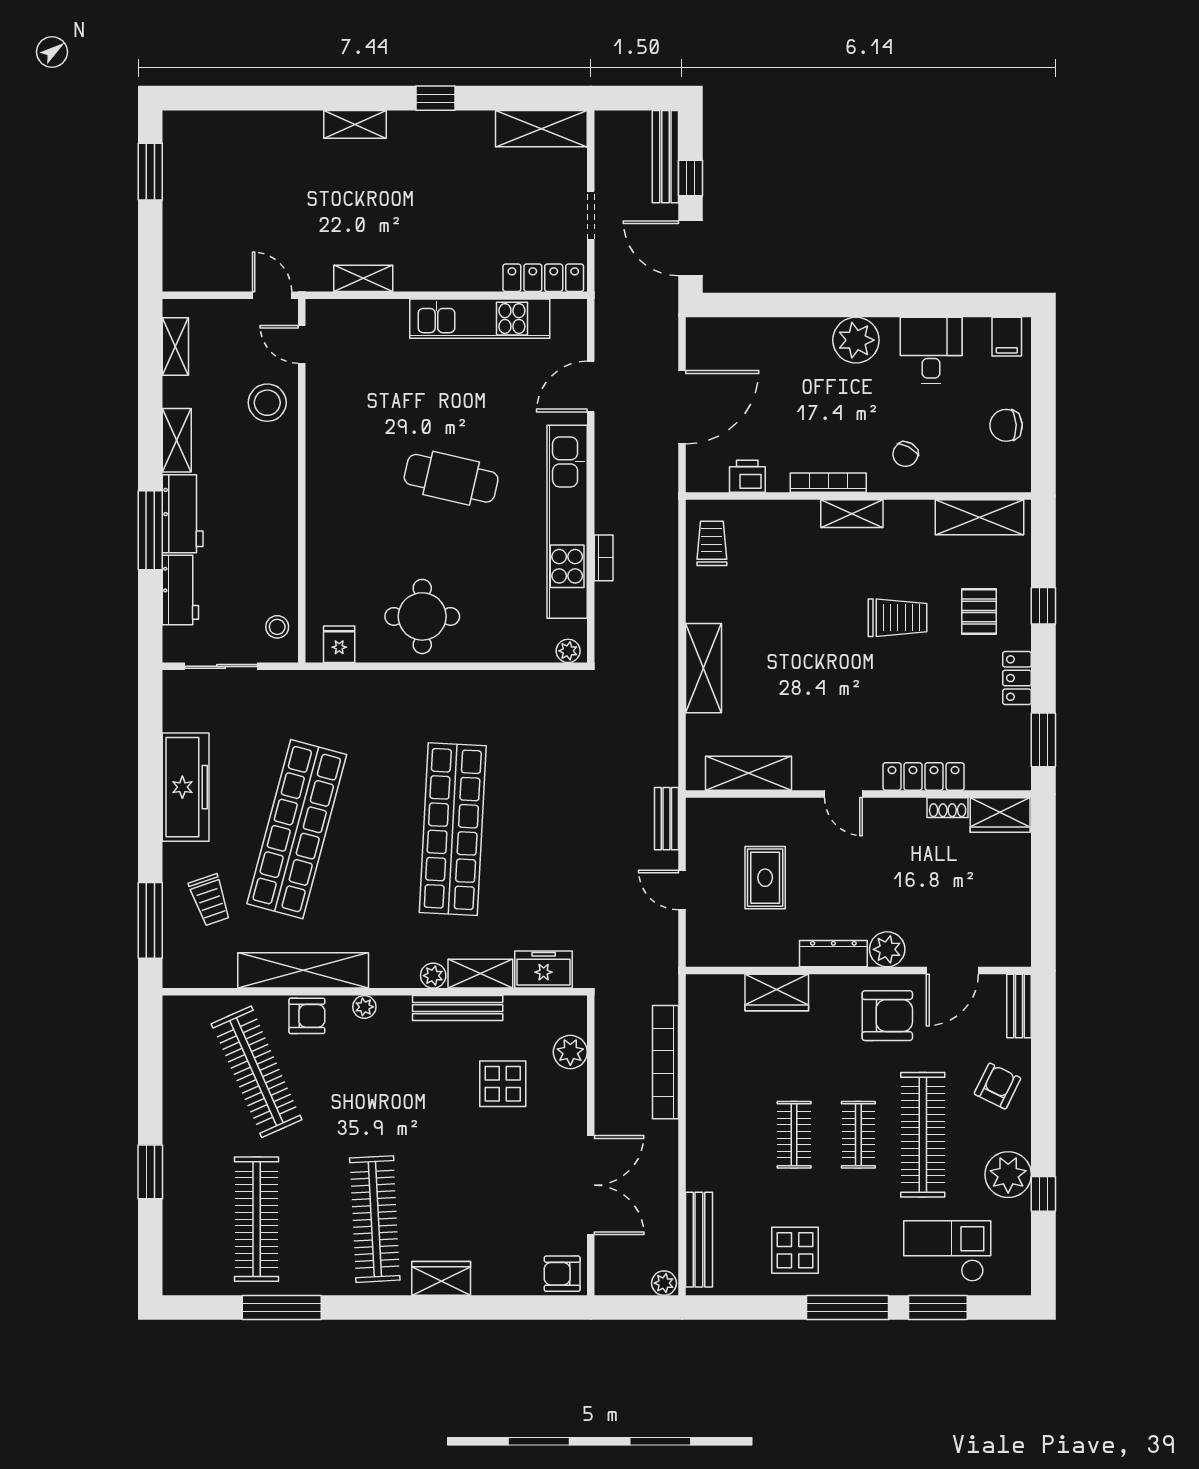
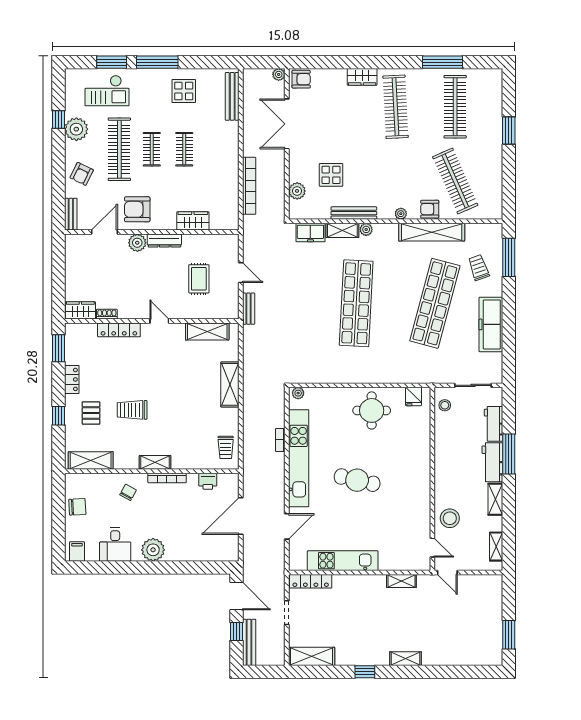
plant: (664, 1283) -> (279, 74), moved

